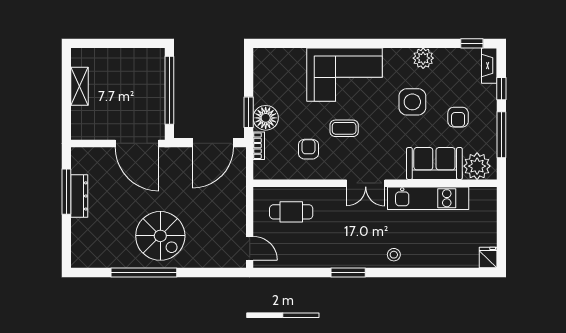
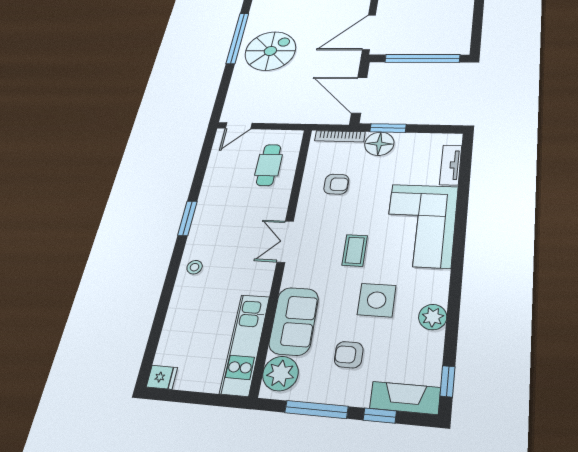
tv unit: (285, 55) -> (451, 165), added
fireplace: (489, 66) -> (405, 398), width x1.37, depth x1.32
coffee table: (344, 128) -> (355, 250), moved
bookcase: (259, 146) -> (340, 136), width x1.56
kitchen unit: (428, 198) -> (245, 344), moved
spiral stairs: (160, 236) -> (270, 51), turned 180

